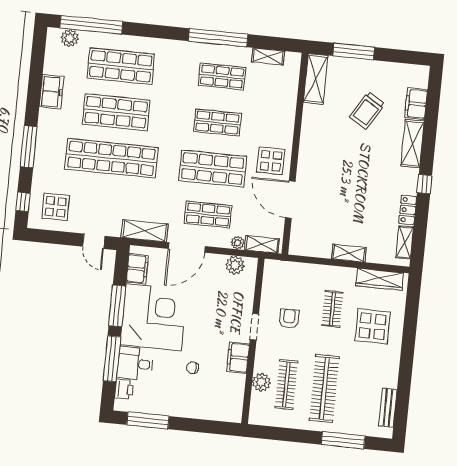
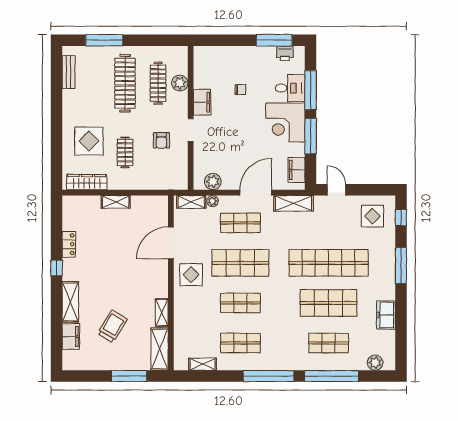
window: (91, 25) -> (332, 376), moved
window: (218, 38) -> (269, 376), moved
shop shelf: (121, 66) -> (329, 343), width x0.70, depth x0.74
door: (290, 200) -> (171, 243), swing flipped
shelving: (405, 242) -> (162, 313), moved
corner desk: (154, 317) -> (285, 122), width x0.74, depth x0.74
printer: (124, 389) -> (285, 53), moved, turned -90

